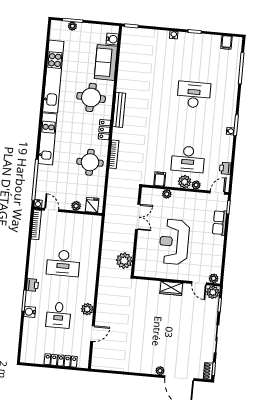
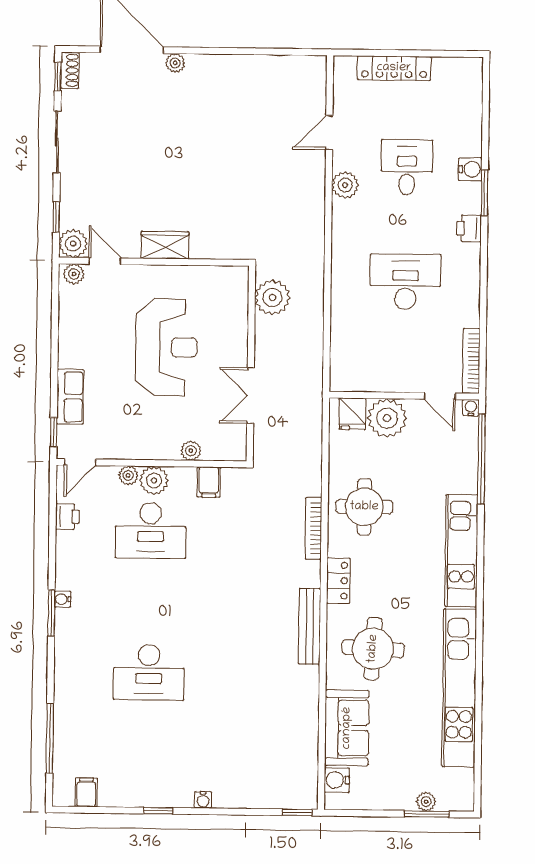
desk: (188, 159) -> (151, 531), turned 180
plant: (76, 206) -> (387, 418), width x1.87, depth x1.87

